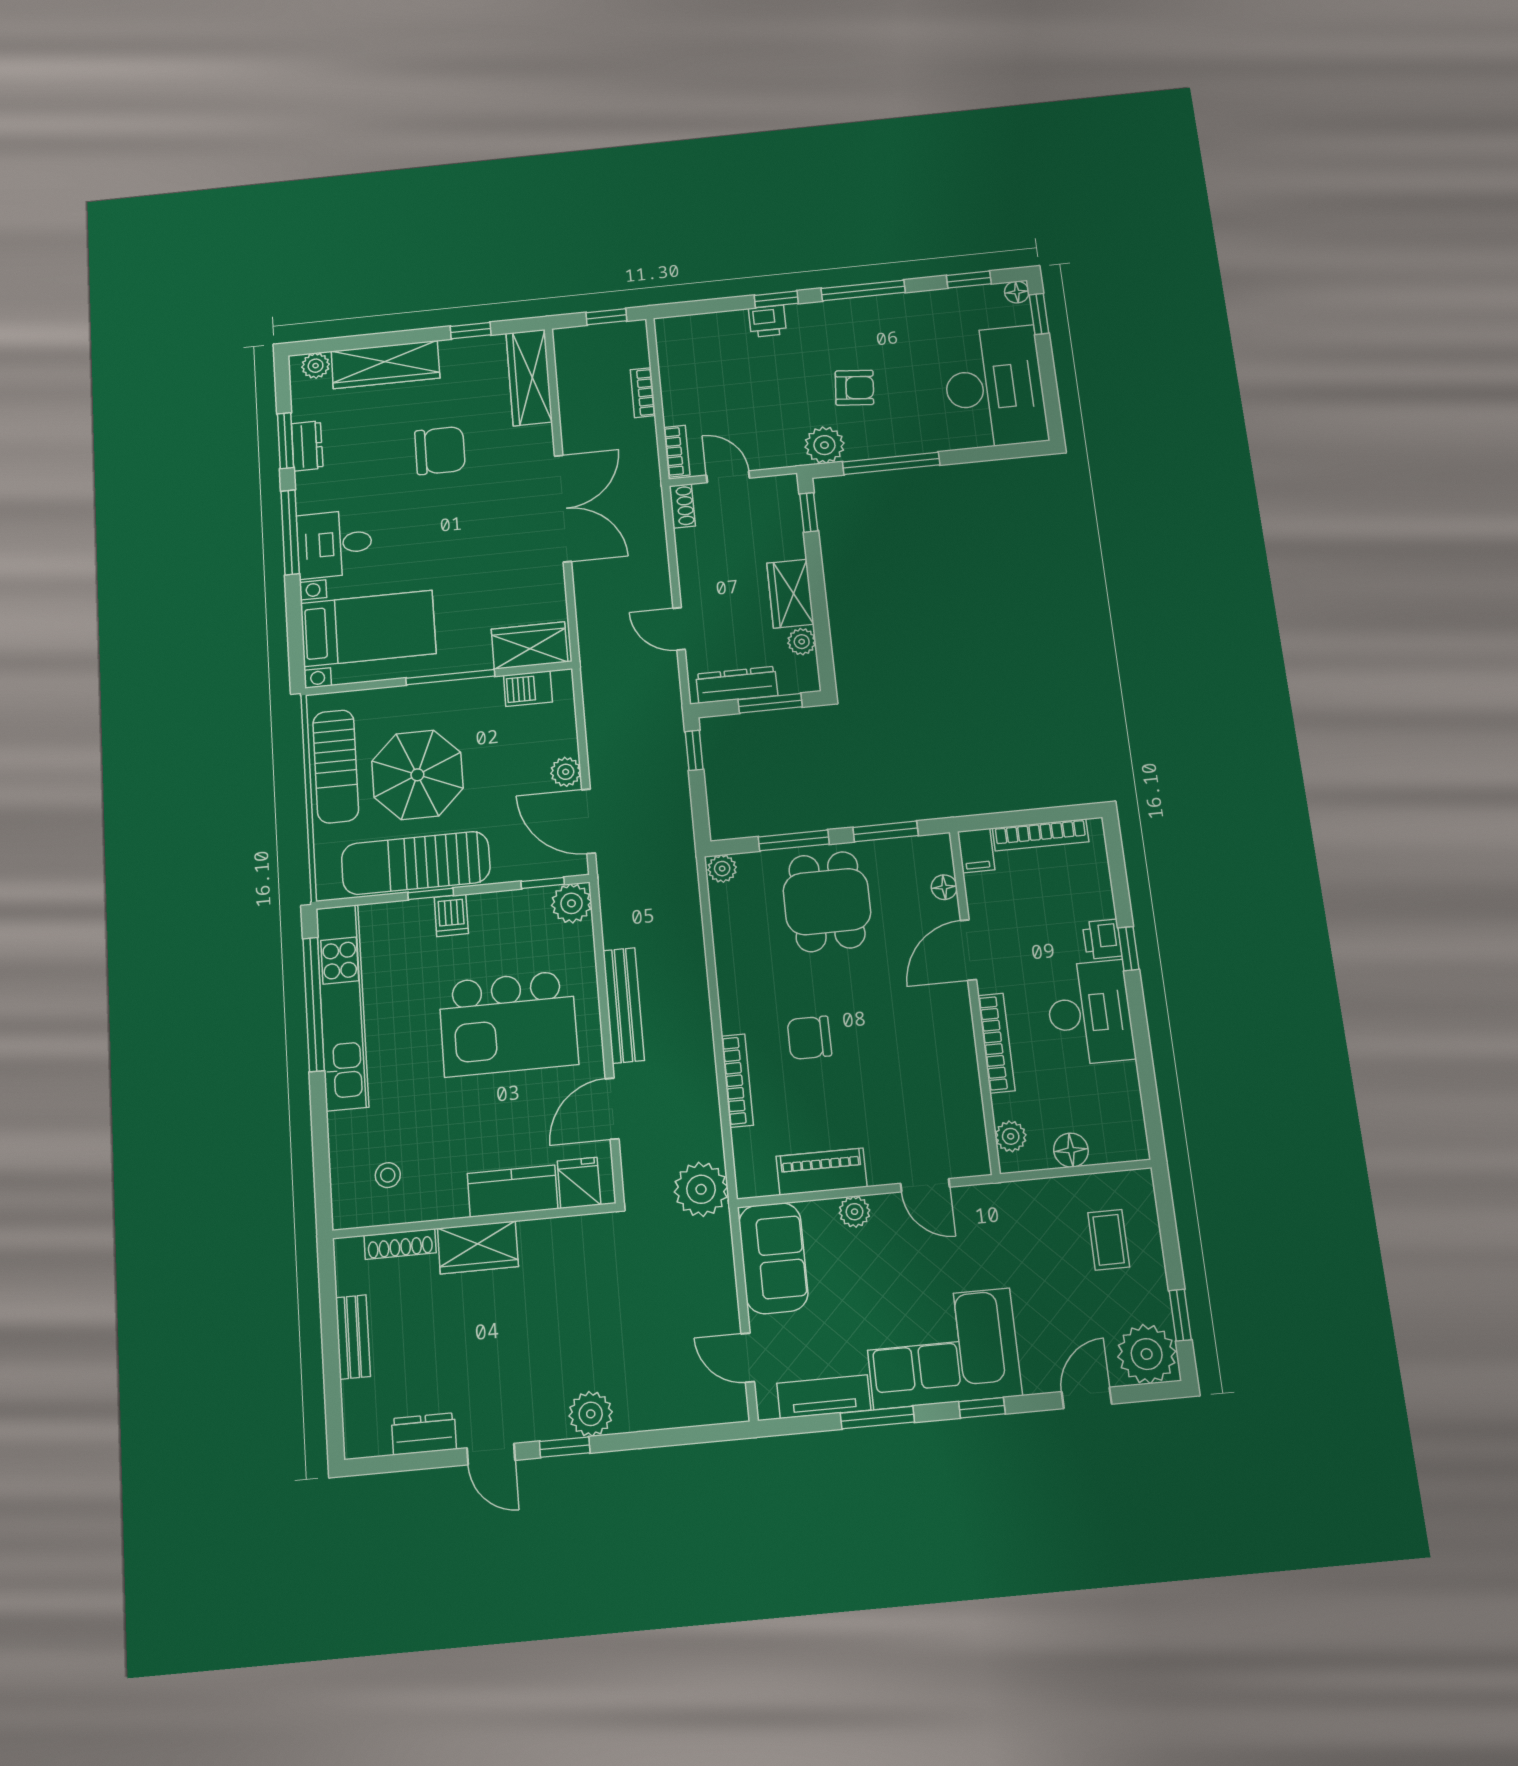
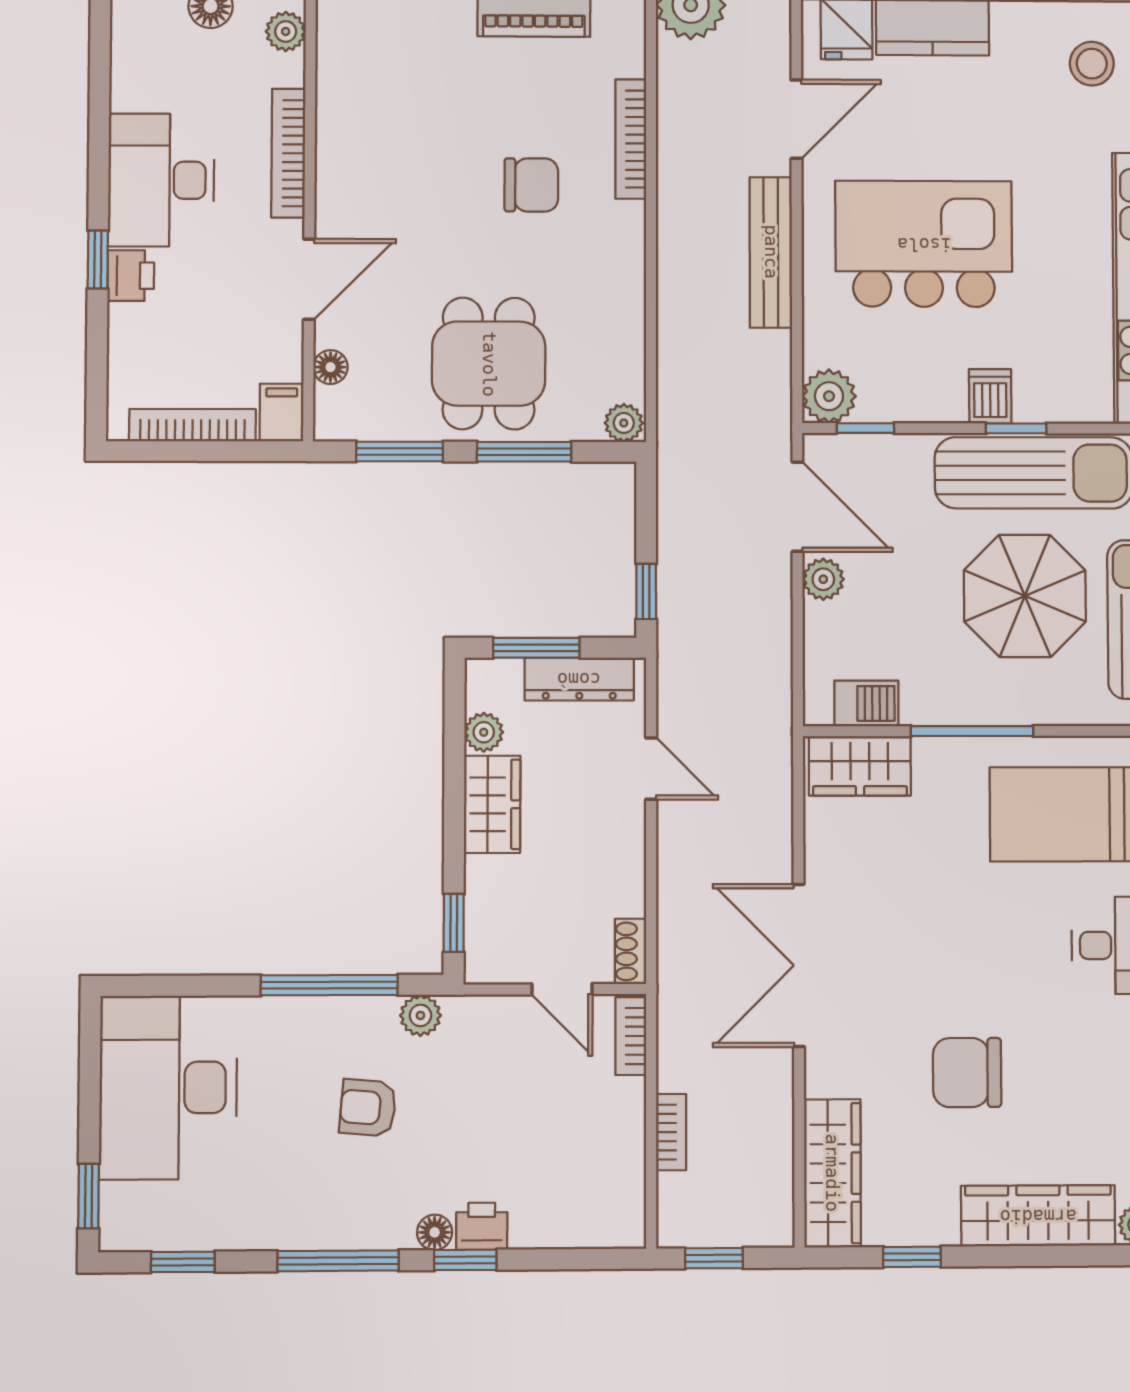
floor lamp: (1017, 292) -> (435, 1232), moved
plant: (824, 445) -> (420, 1015), width x0.73, depth x0.73
stool: (388, 1175) -> (1092, 64), width x1.37, depth x1.37

